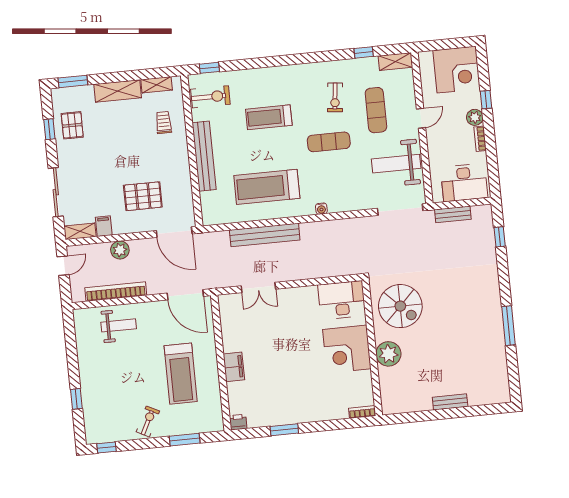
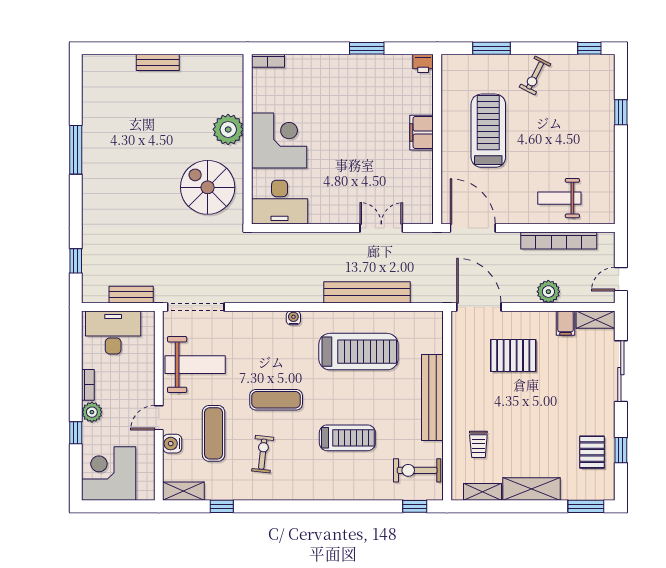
water cooler: (408, 99) -> (172, 444), added

